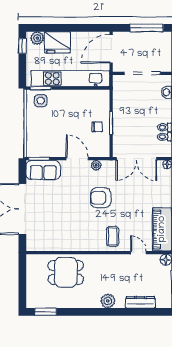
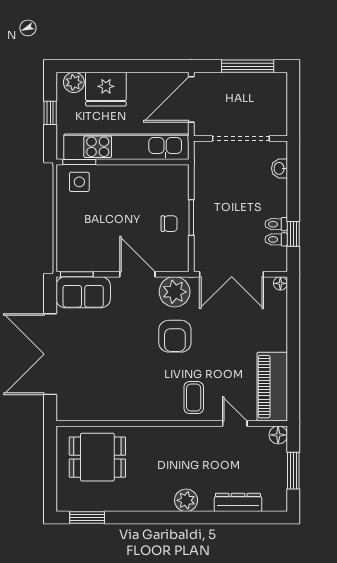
window: (22, 46) -> (50, 113), moved
plant: (96, 165) -> (175, 292), width x1.88, depth x1.88
armchair: (101, 198) -> (175, 336), turned -90
dining table: (66, 272) -> (97, 457), moved

